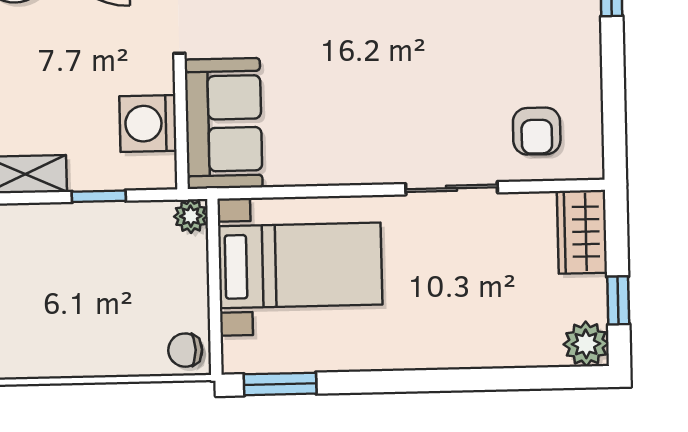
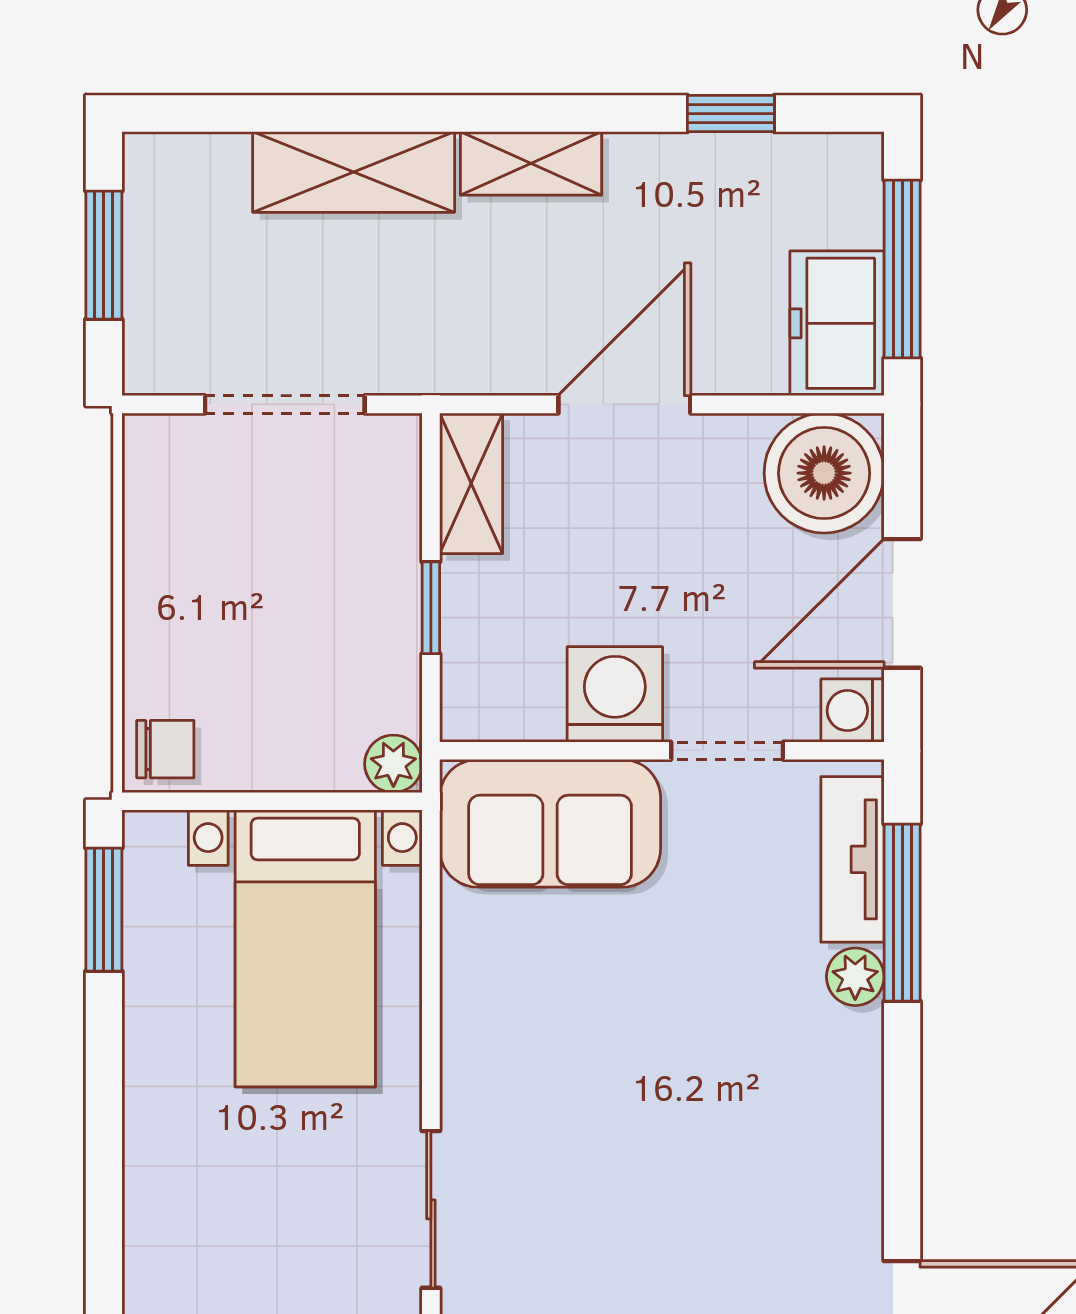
washing machine: (148, 124) -> (615, 694), moved
chair: (185, 350) -> (165, 749), turned 90

